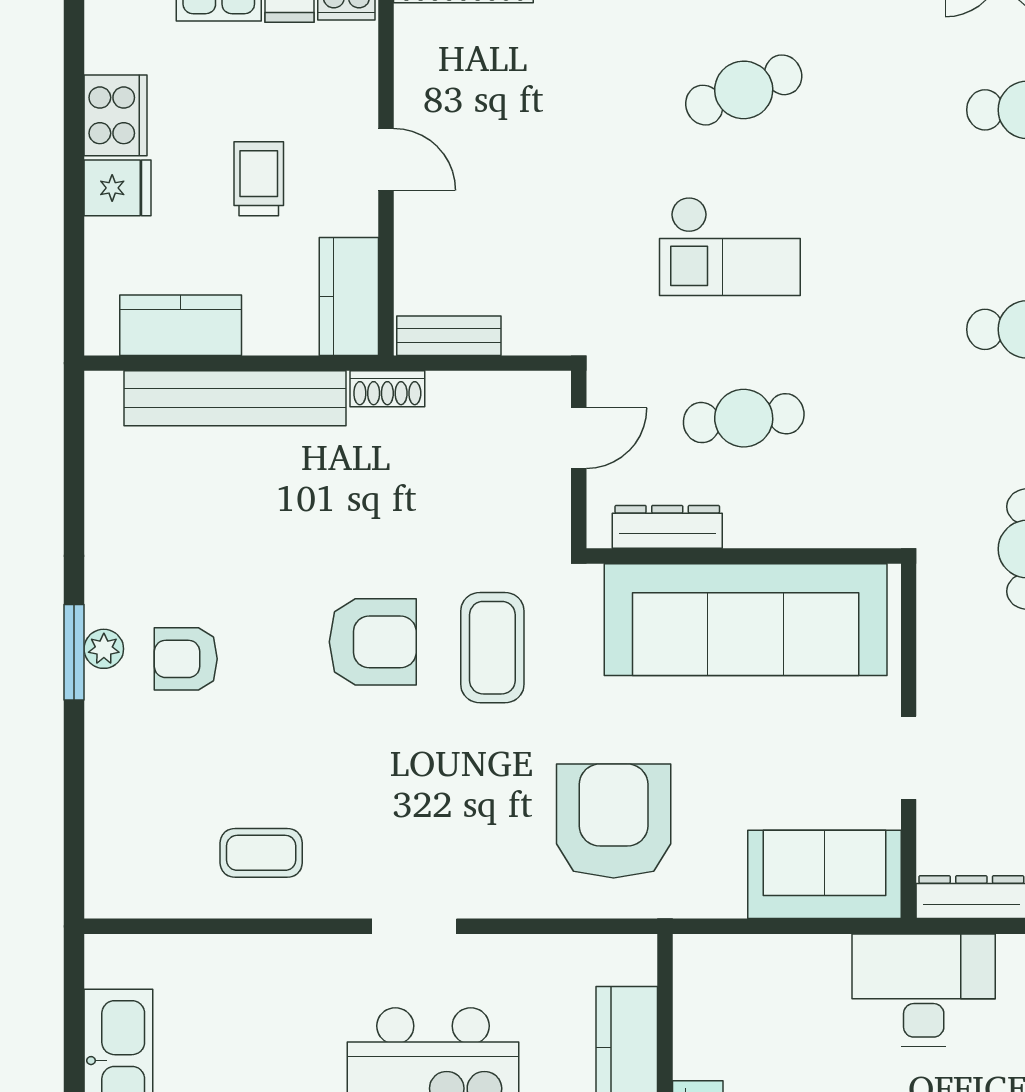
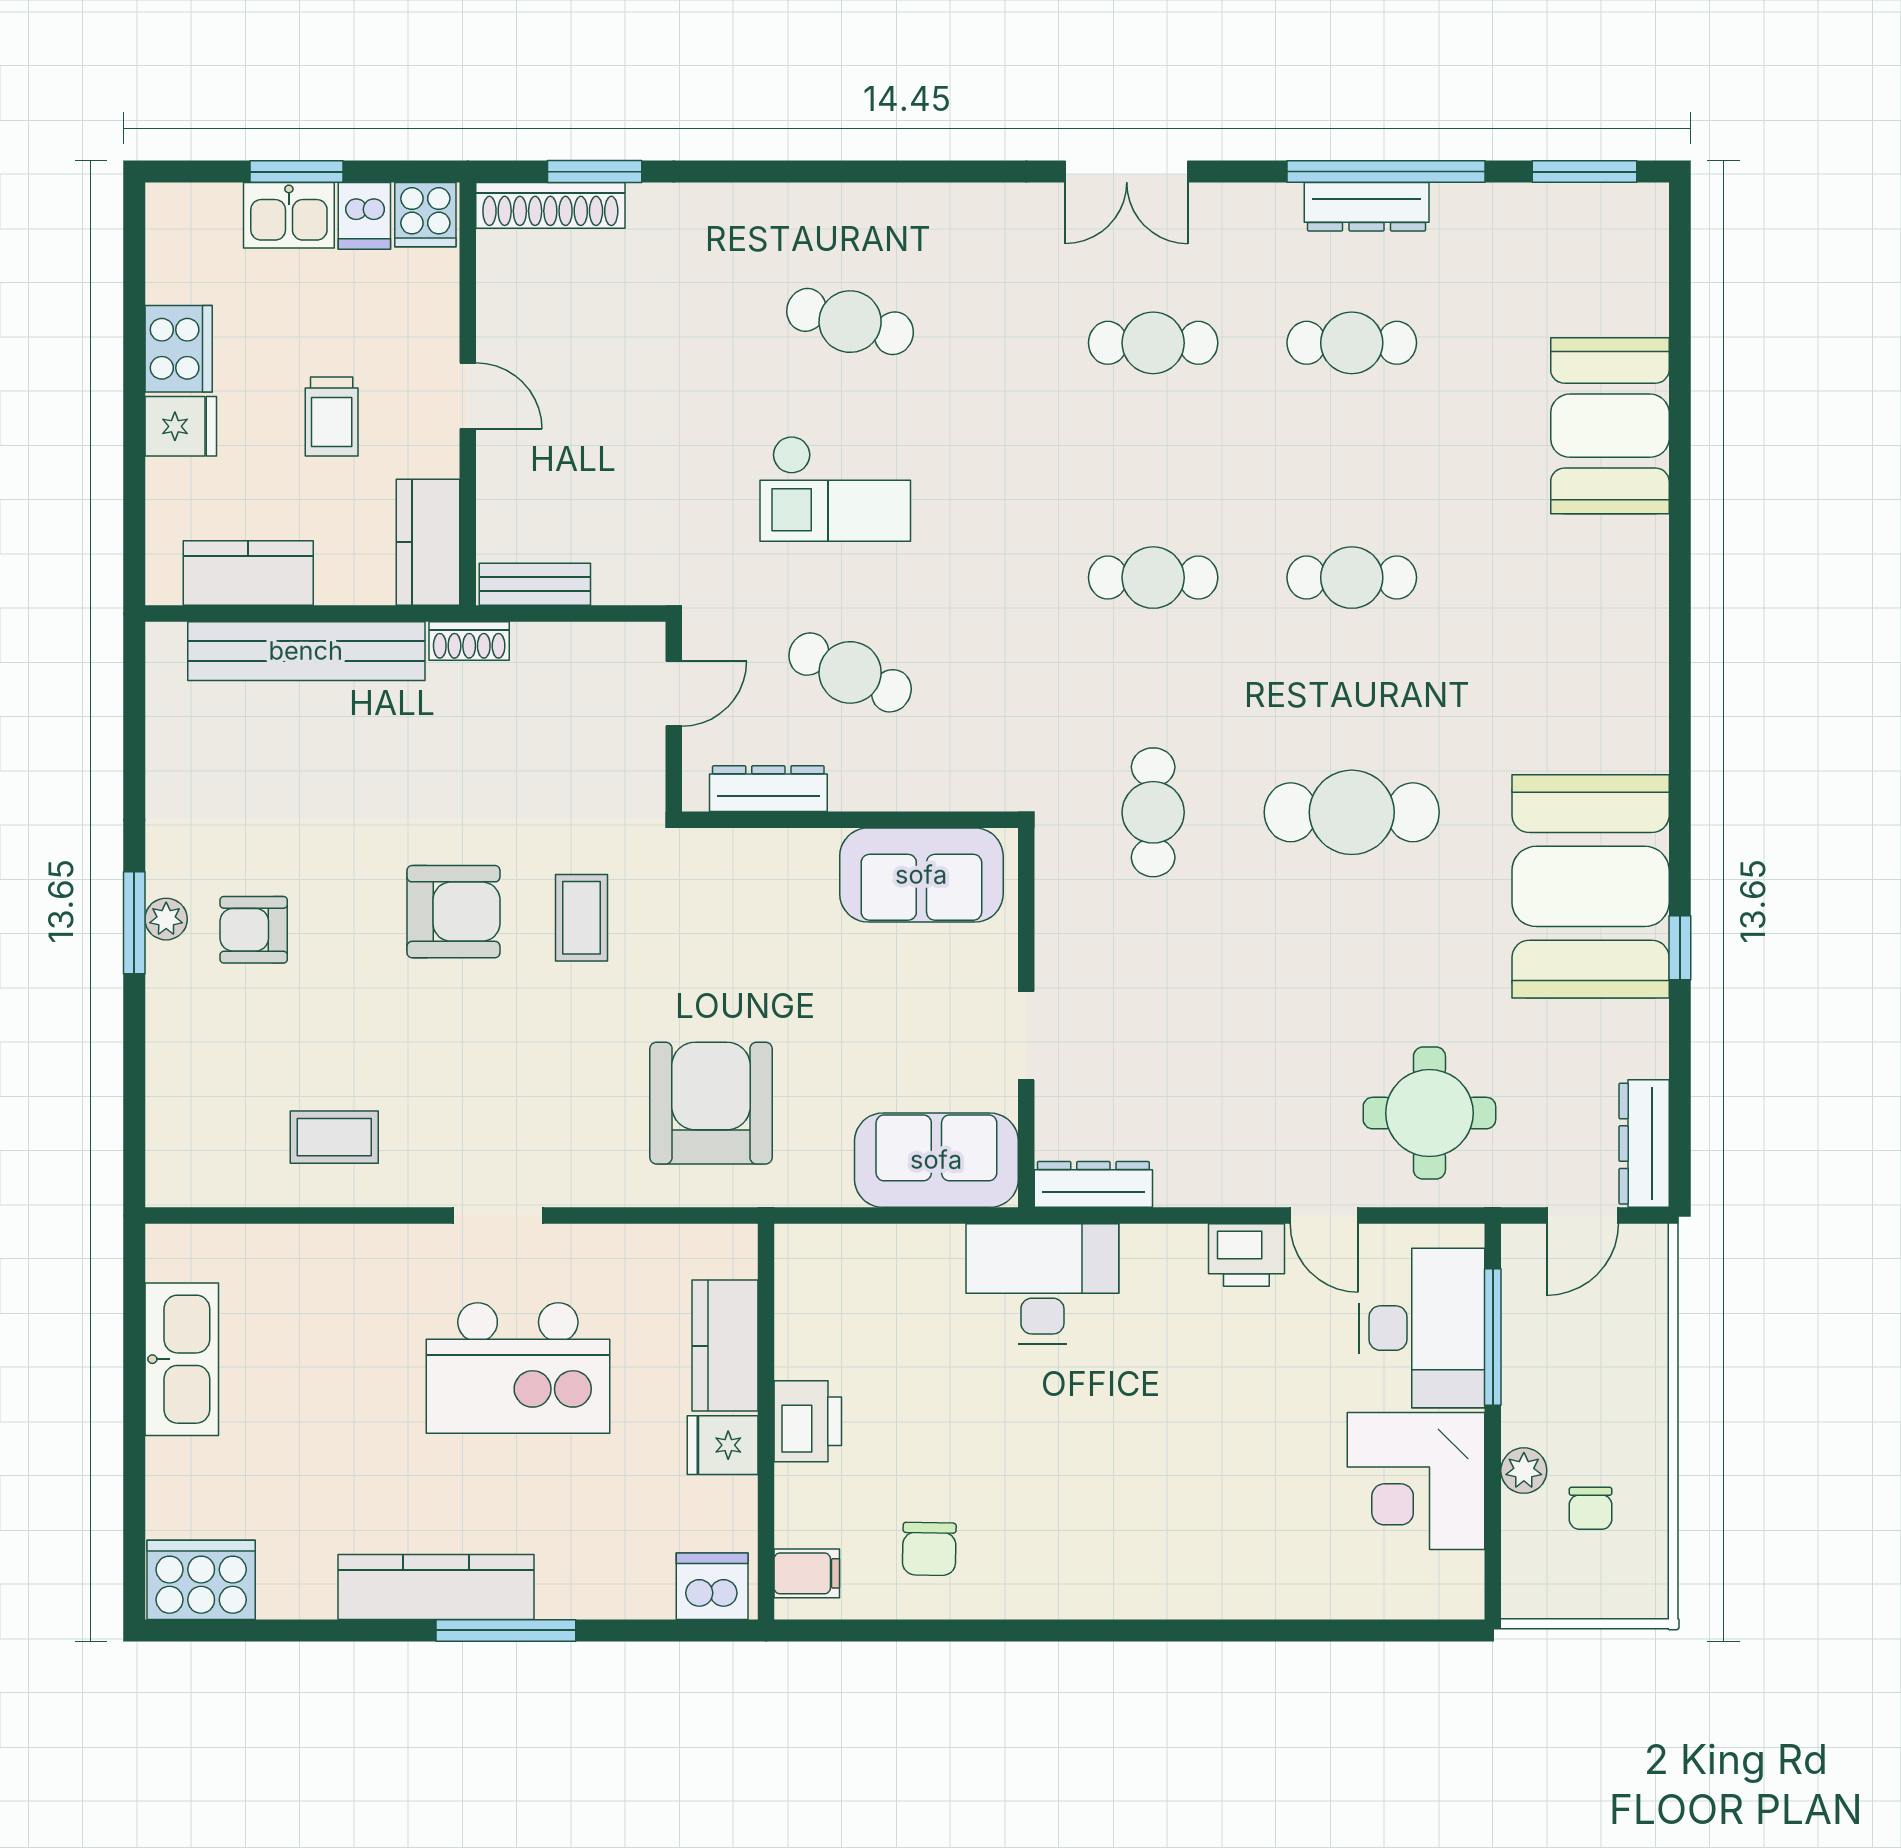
cafe table: (744, 90) -> (850, 322), turned 36
trolley: (259, 179) -> (332, 417), turned 180
cafe table: (744, 418) -> (850, 672), turned 30
sofa: (746, 620) -> (921, 875), width x0.54, depth x0.79
coffee table: (492, 648) -> (581, 918), width x0.73, depth x0.77

